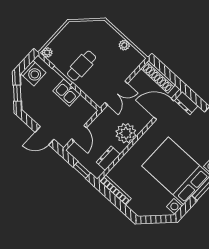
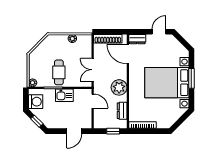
double door: (116, 93) -> (93, 70), swing flipped
door: (164, 109) -> (128, 54), hinge flipped
door: (79, 133) -> (93, 101), moved

